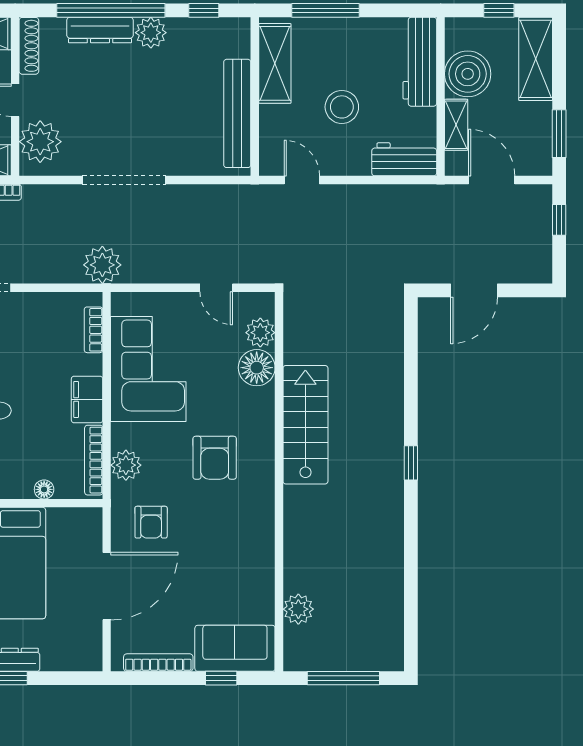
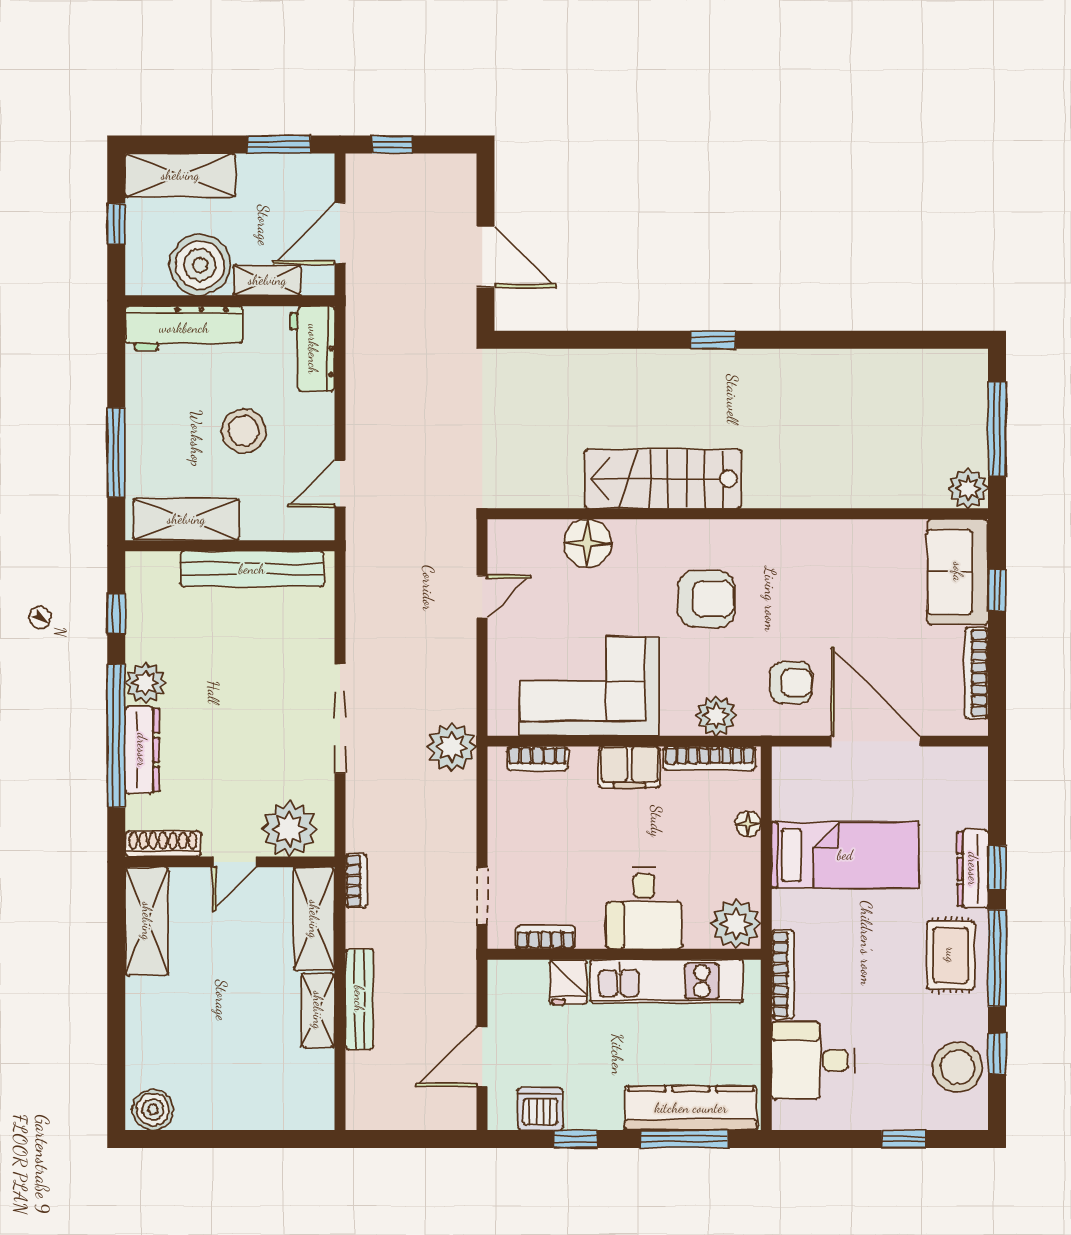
plant: (260, 333) -> (541, 539), removed
plant: (298, 609) -> (968, 488), moved

